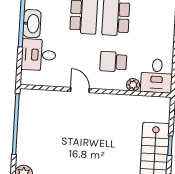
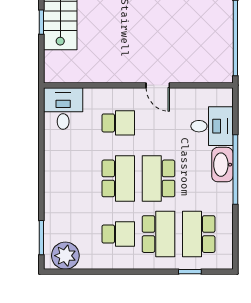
plant: (133, 85) -> (92, 96), removed

